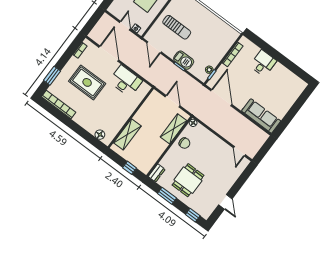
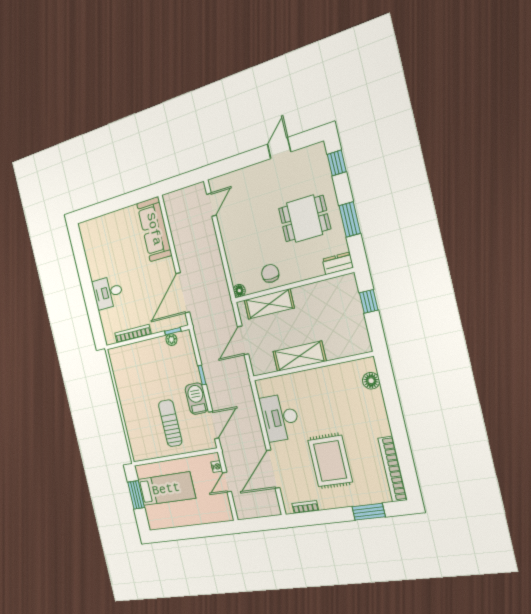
barbecue: (184, 60) -> (196, 399), moved
shelving: (127, 134) -> (299, 356), moved

